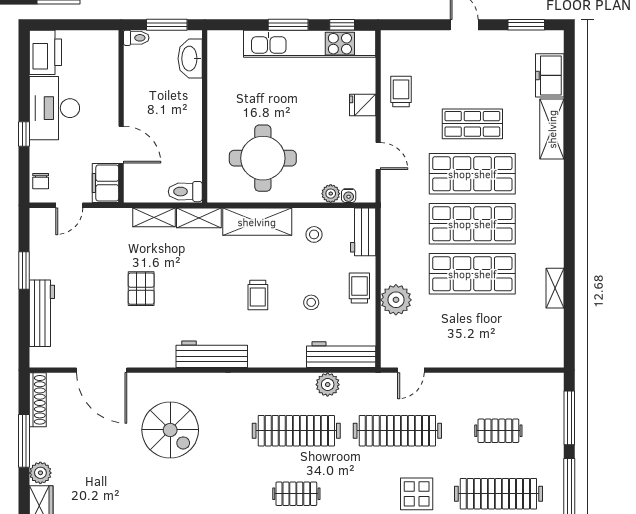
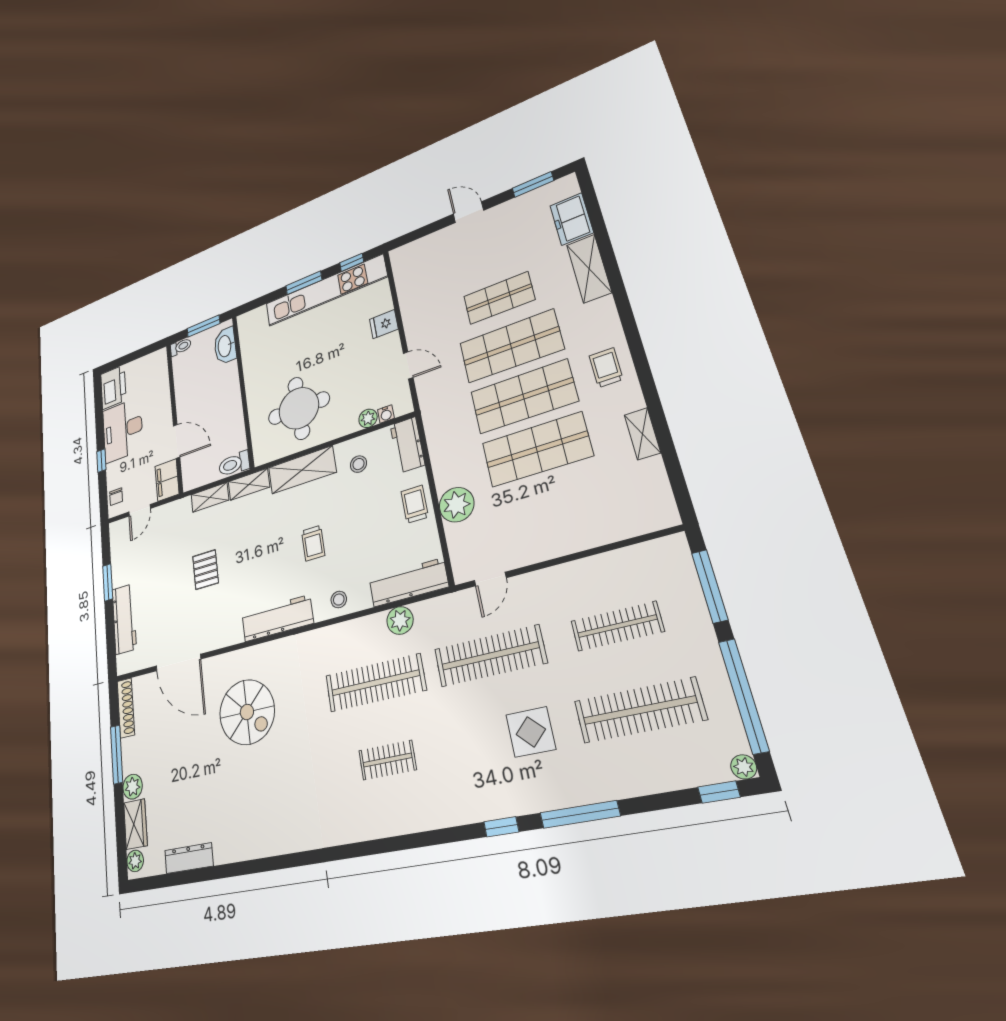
trolley: (401, 92) -> (606, 368), moved
stool: (311, 302) -> (339, 599), moved
clothes rail: (498, 431) -> (617, 626), width x1.36

